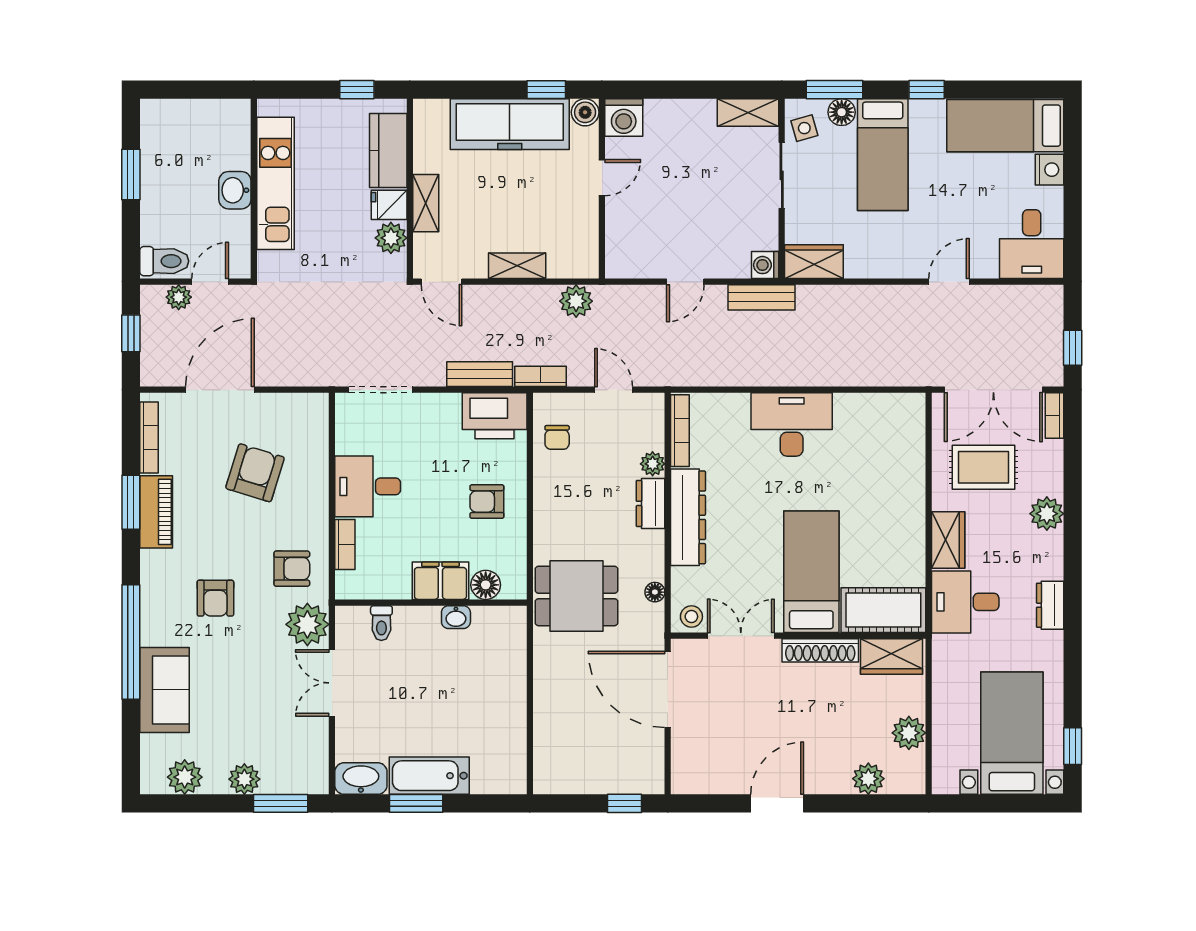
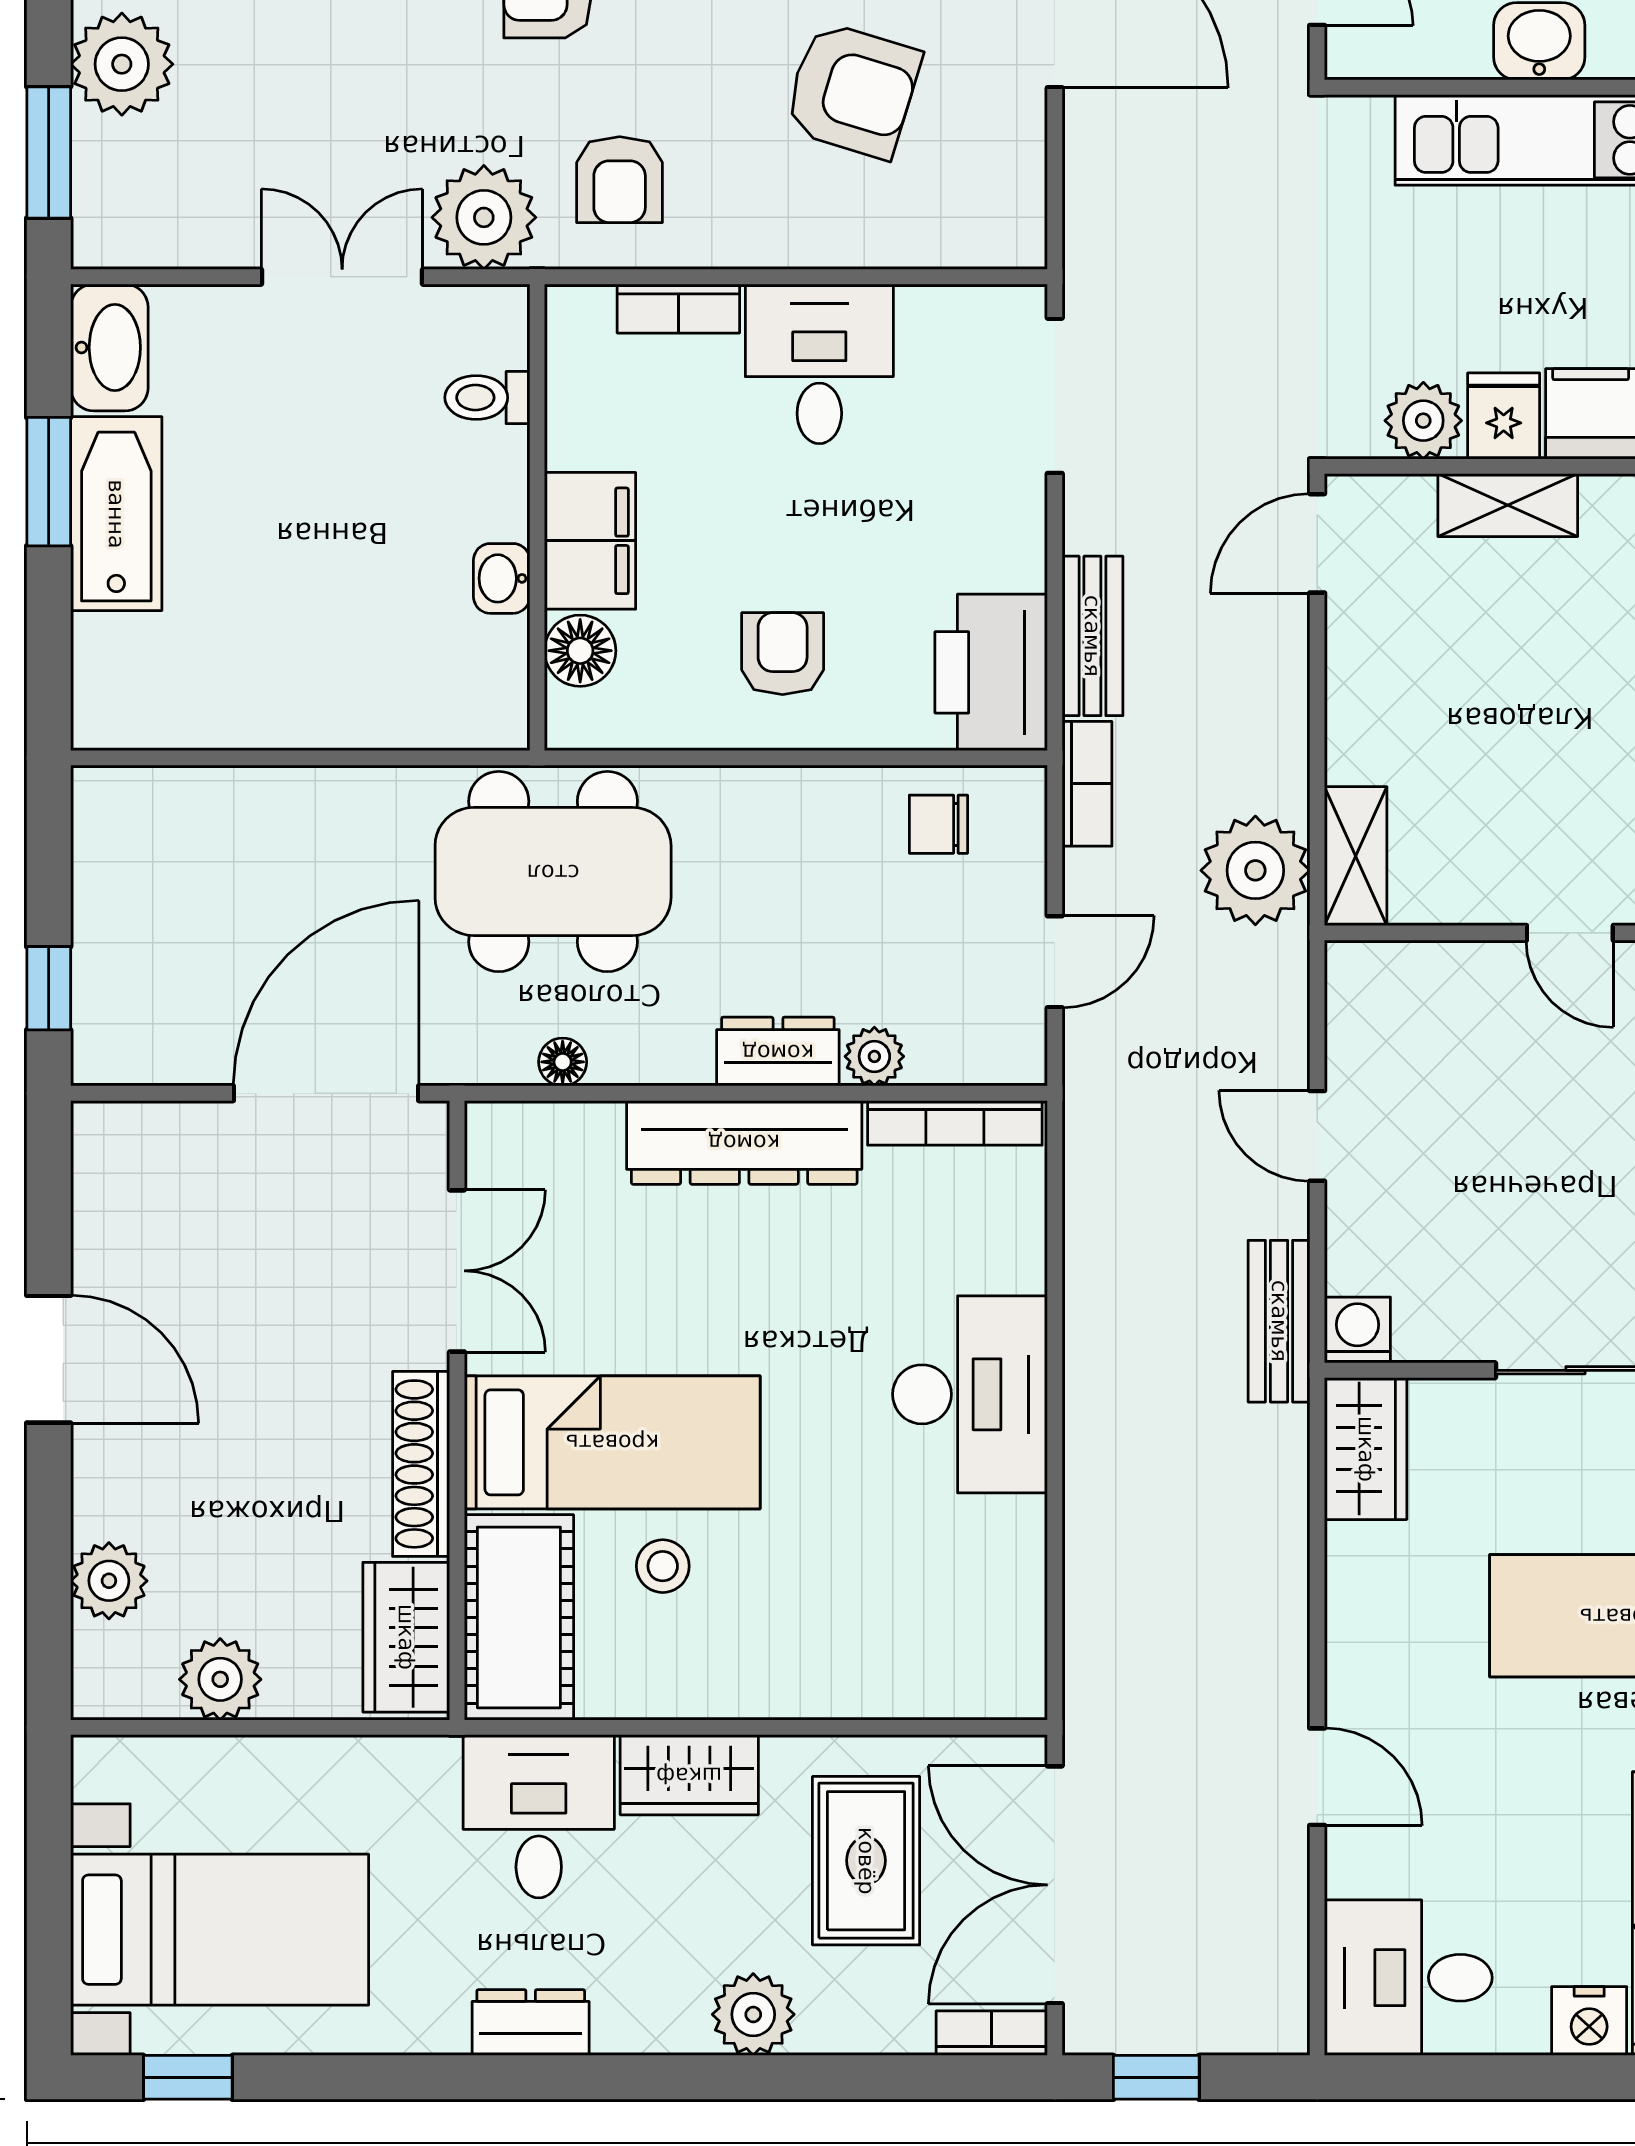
shelving: (517, 266) -> (1356, 856), moved
plant: (576, 301) -> (1255, 870), width x1.36, depth x1.36
dining table: (577, 596) -> (553, 872), width x1.38
stool: (691, 617) -> (663, 1566), moved
plant: (244, 779) -> (122, 64), width x1.36, depth x1.36

